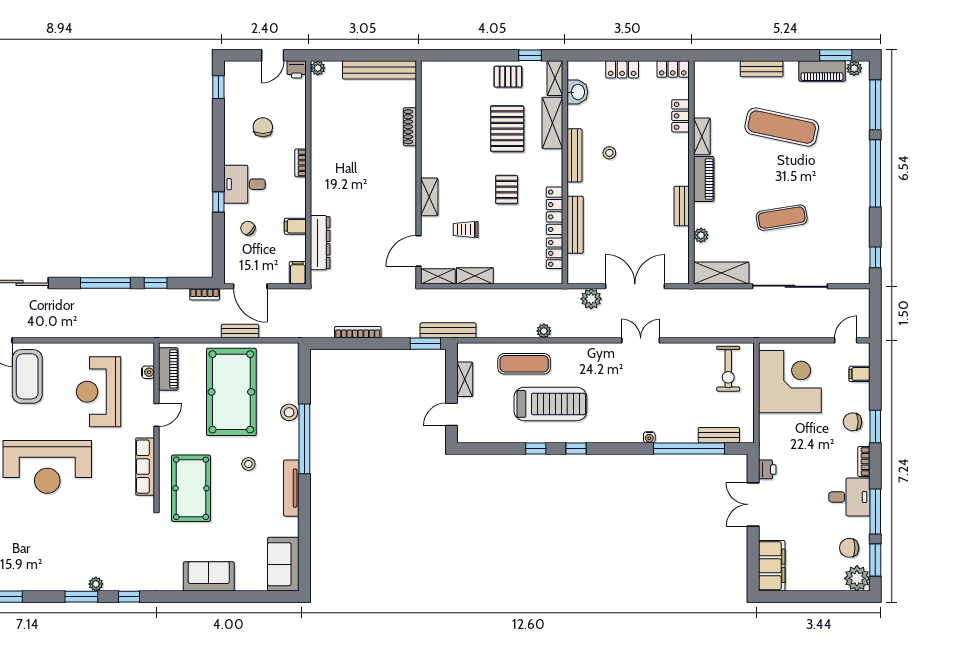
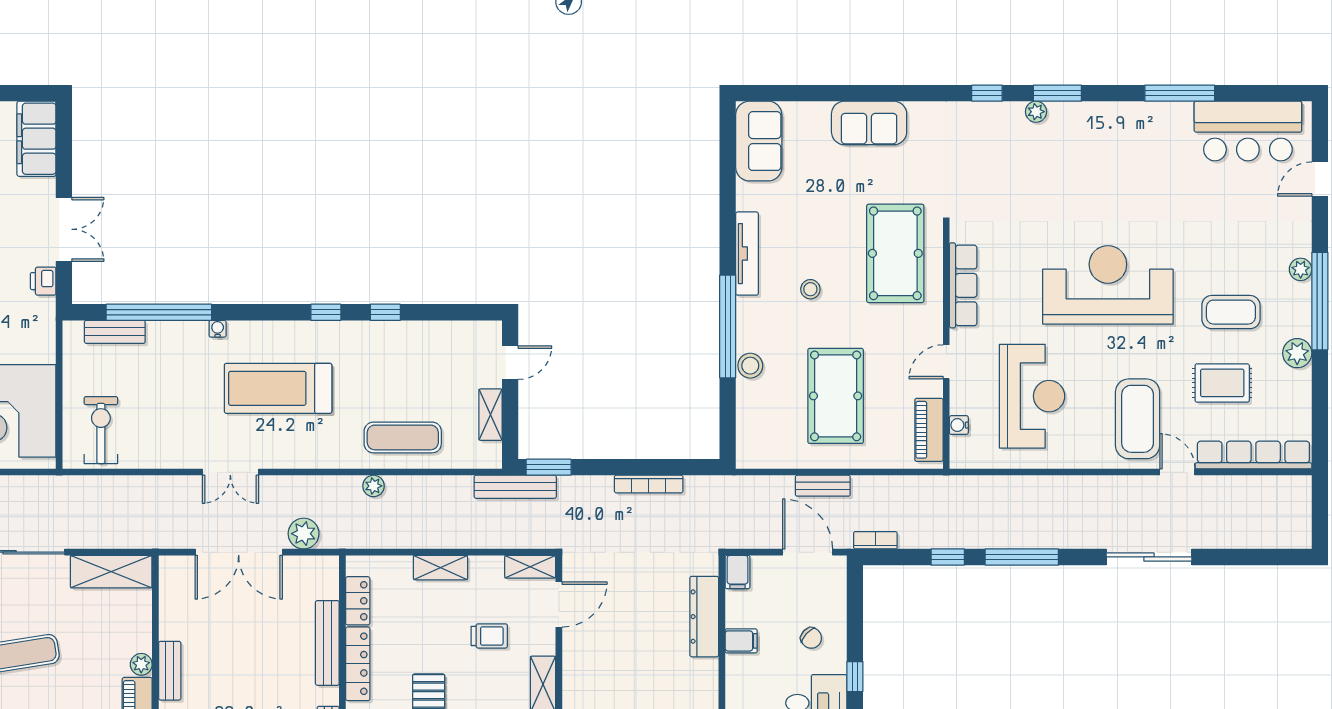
plant: (701, 235) -> (141, 664), moved
shelving: (475, 276) -> (440, 568), moved
pool table: (231, 392) -> (836, 396), width x0.73, depth x0.76
treadmill: (550, 404) -> (278, 388), moved

